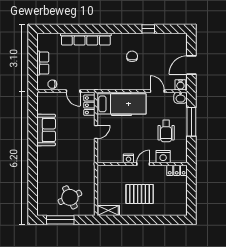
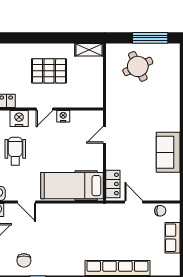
chair: (132, 56) -> (24, 260), moved
door: (96, 132) -> (105, 135), moved

